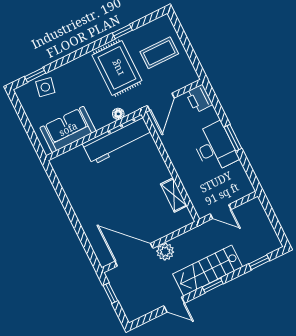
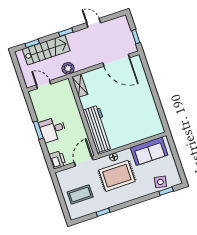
rug: (117, 68) -> (117, 176), moved, turned 90
workbench: (117, 140) -> (98, 129), moved, turned 90
desk: (215, 147) -> (53, 129), width x0.73
shelving: (174, 195) -> (80, 86), moved
door: (221, 212) -> (44, 85), moved
plant: (165, 252) -> (68, 68), moved
stairs: (208, 270) -> (46, 50), moved

